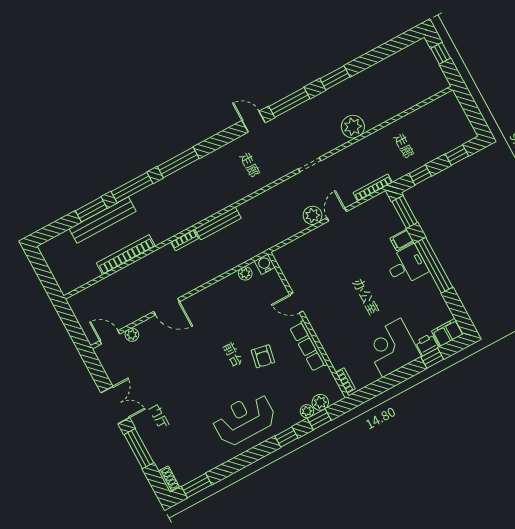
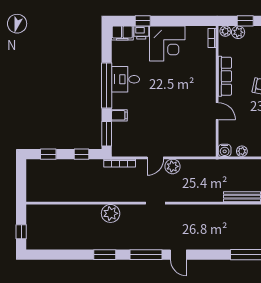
desk: (407, 265) -> (126, 79), moved
plant: (307, 411) -> (225, 31), moved

